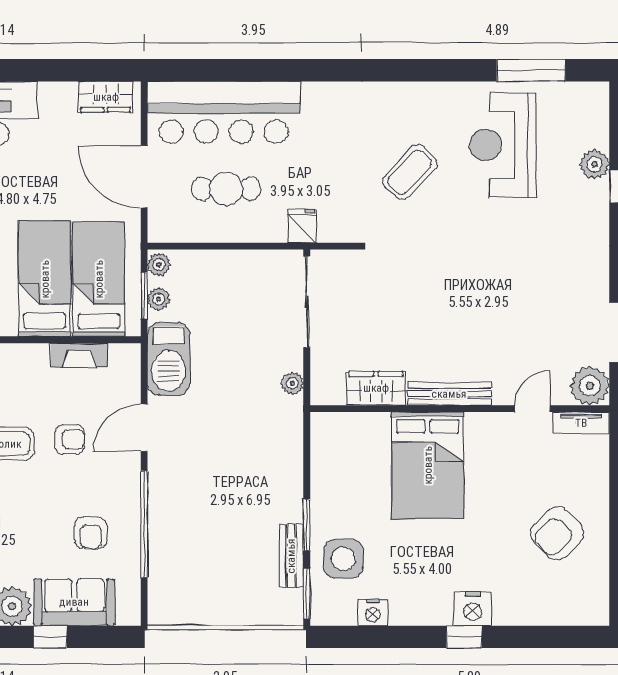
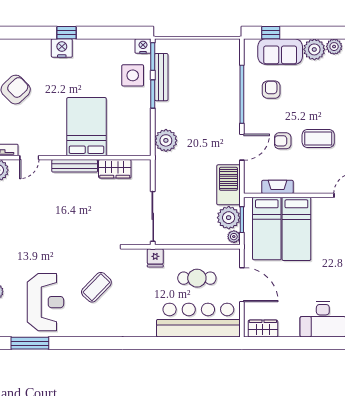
plant: (159, 299) -> (229, 218), width x1.87, depth x1.87
plant: (292, 383) -> (166, 140), moved, width x1.88, depth x1.88
bench: (291, 556) -> (161, 77), width x1.36
nightstand: (373, 612) -> (143, 46), moved
window: (50, 637) -> (271, 33), moved

